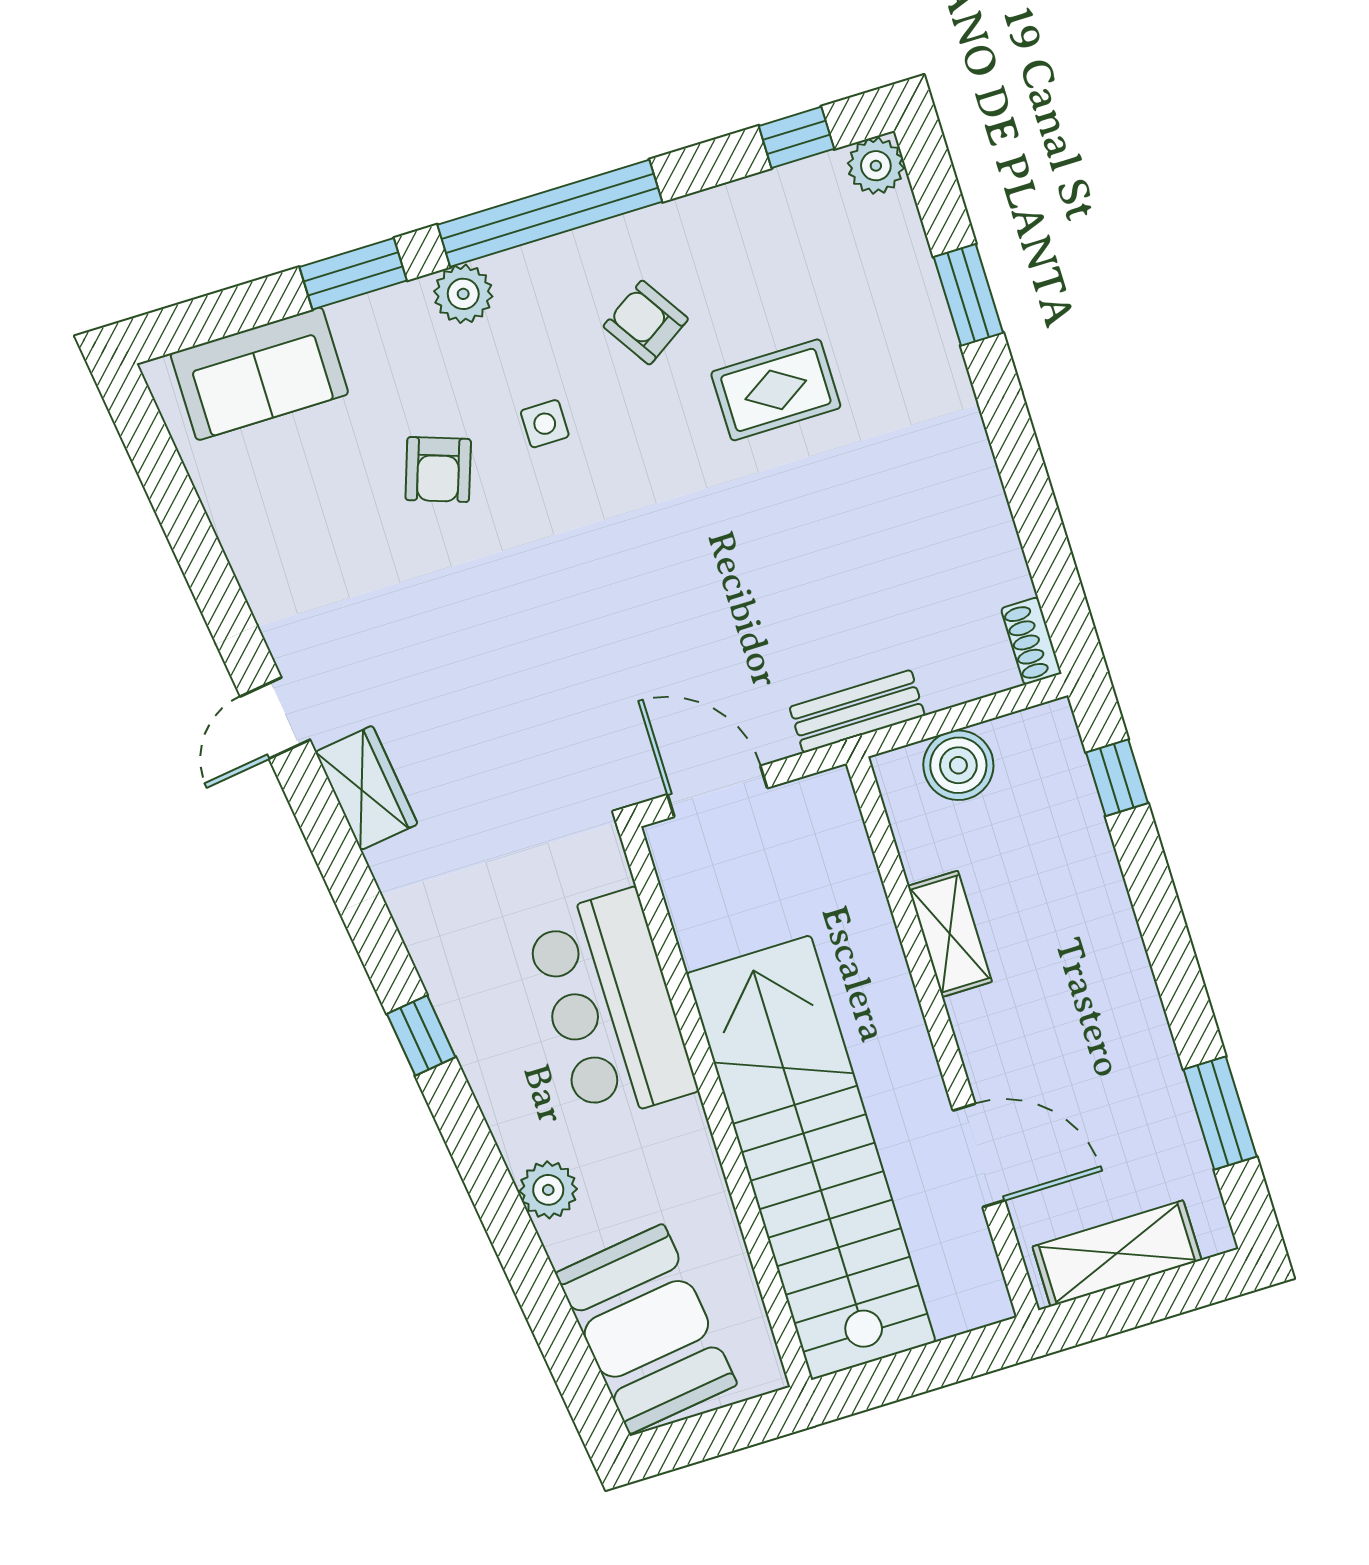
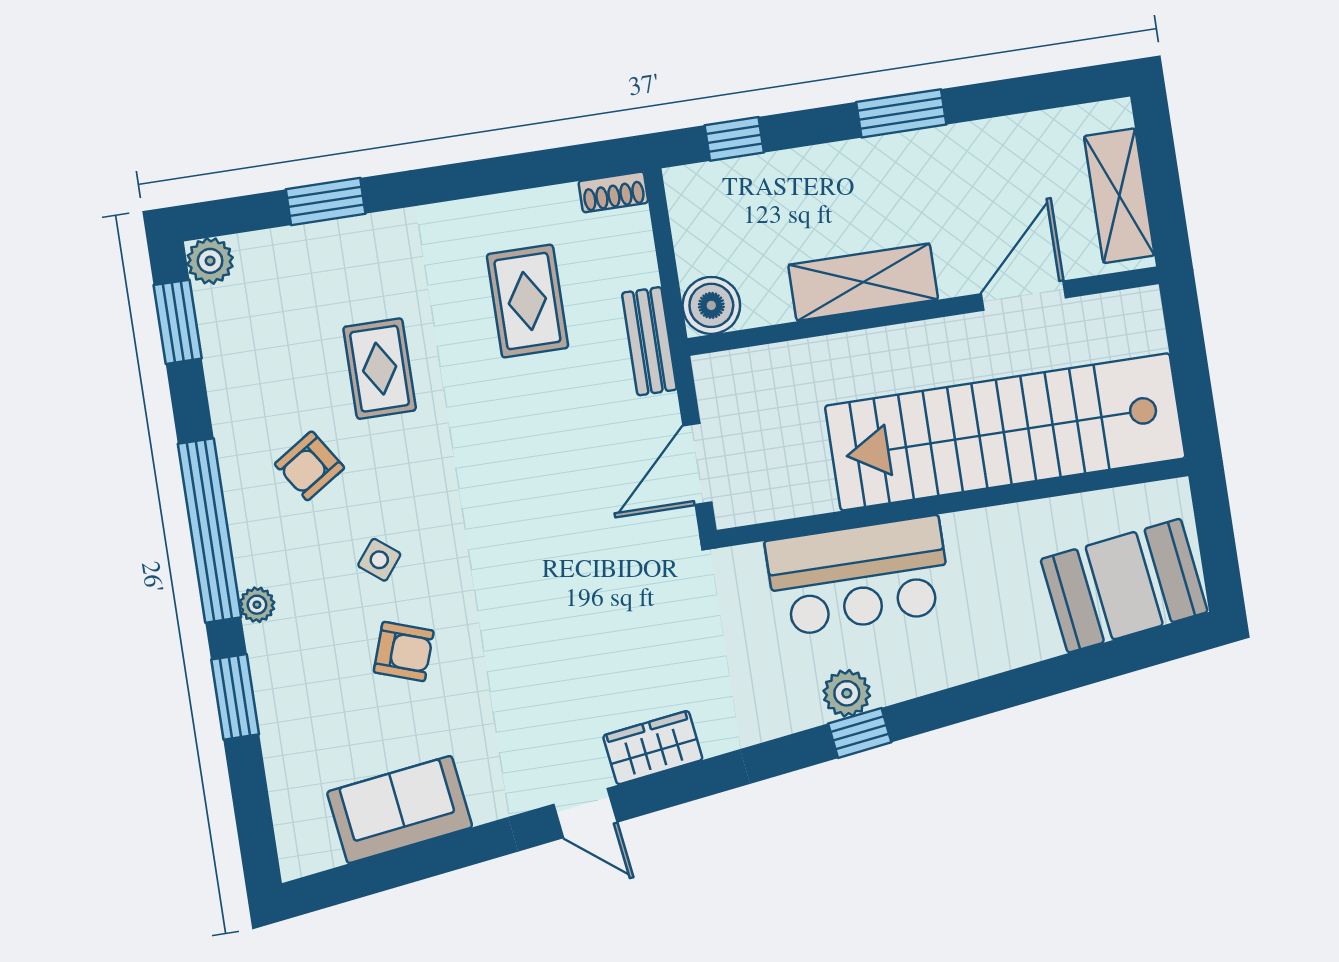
window: (796, 137) -> (178, 322), width x1.50
plant: (463, 294) -> (257, 605), width x0.73, depth x0.73
sofa: (259, 374) -> (400, 810), moved, turned -98
side table: (545, 424) -> (379, 560), turned 38
rug: (884, 557) -> (527, 301), added
boiler: (958, 765) -> (711, 305), moved
shelving: (950, 934) -> (863, 282), width x1.50, depth x1.33
window: (1220, 1113) -> (901, 113), moved
plant: (548, 1190) -> (847, 693), moved

